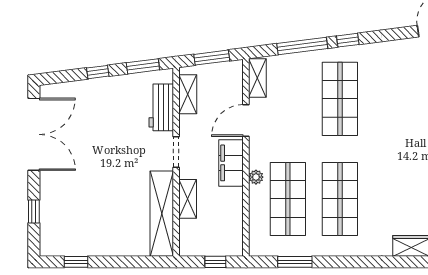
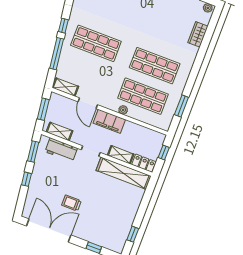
trolley: (88, 153) -> (71, 203), added
locker: (188, 238) -> (144, 163), added

